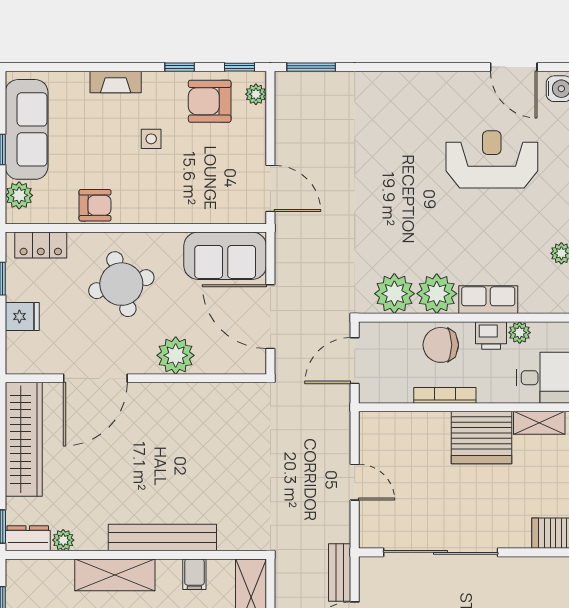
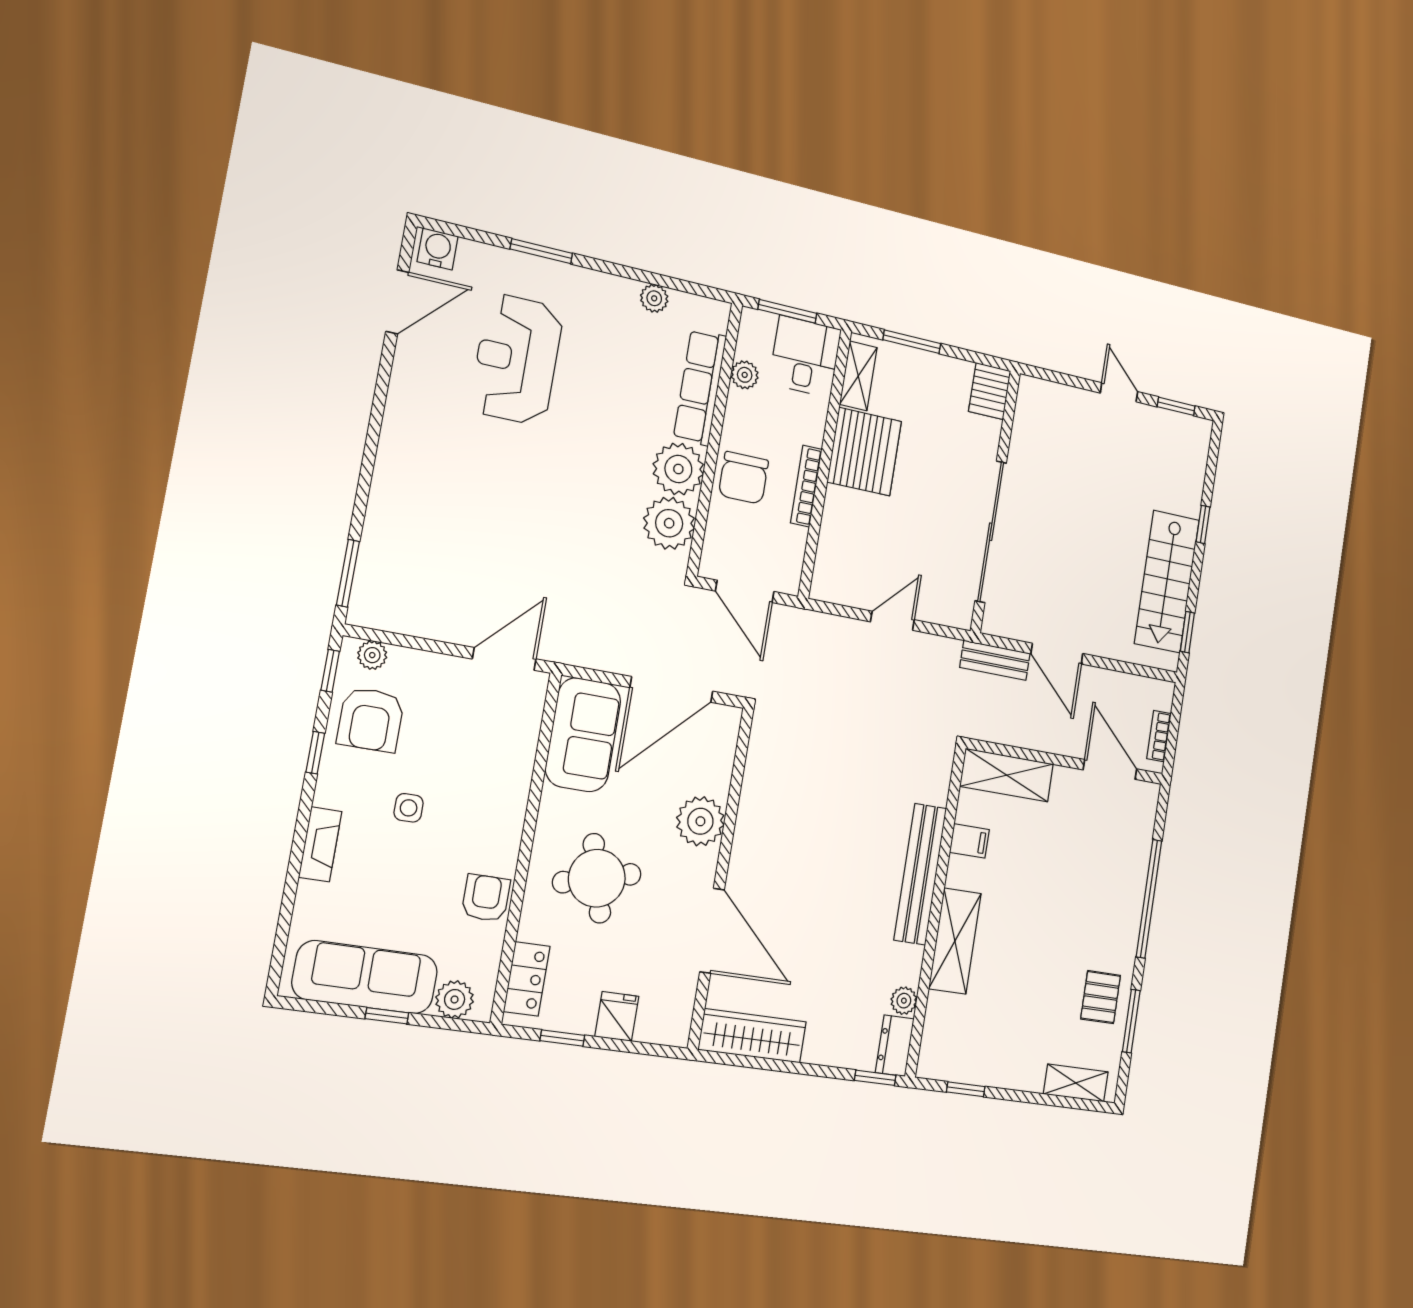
row of seats: (488, 300) -> (700, 387), width x1.48
printer: (491, 336) -> (742, 412), removed
wardrobe: (24, 439) -> (752, 1036), width x0.71, depth x0.85

